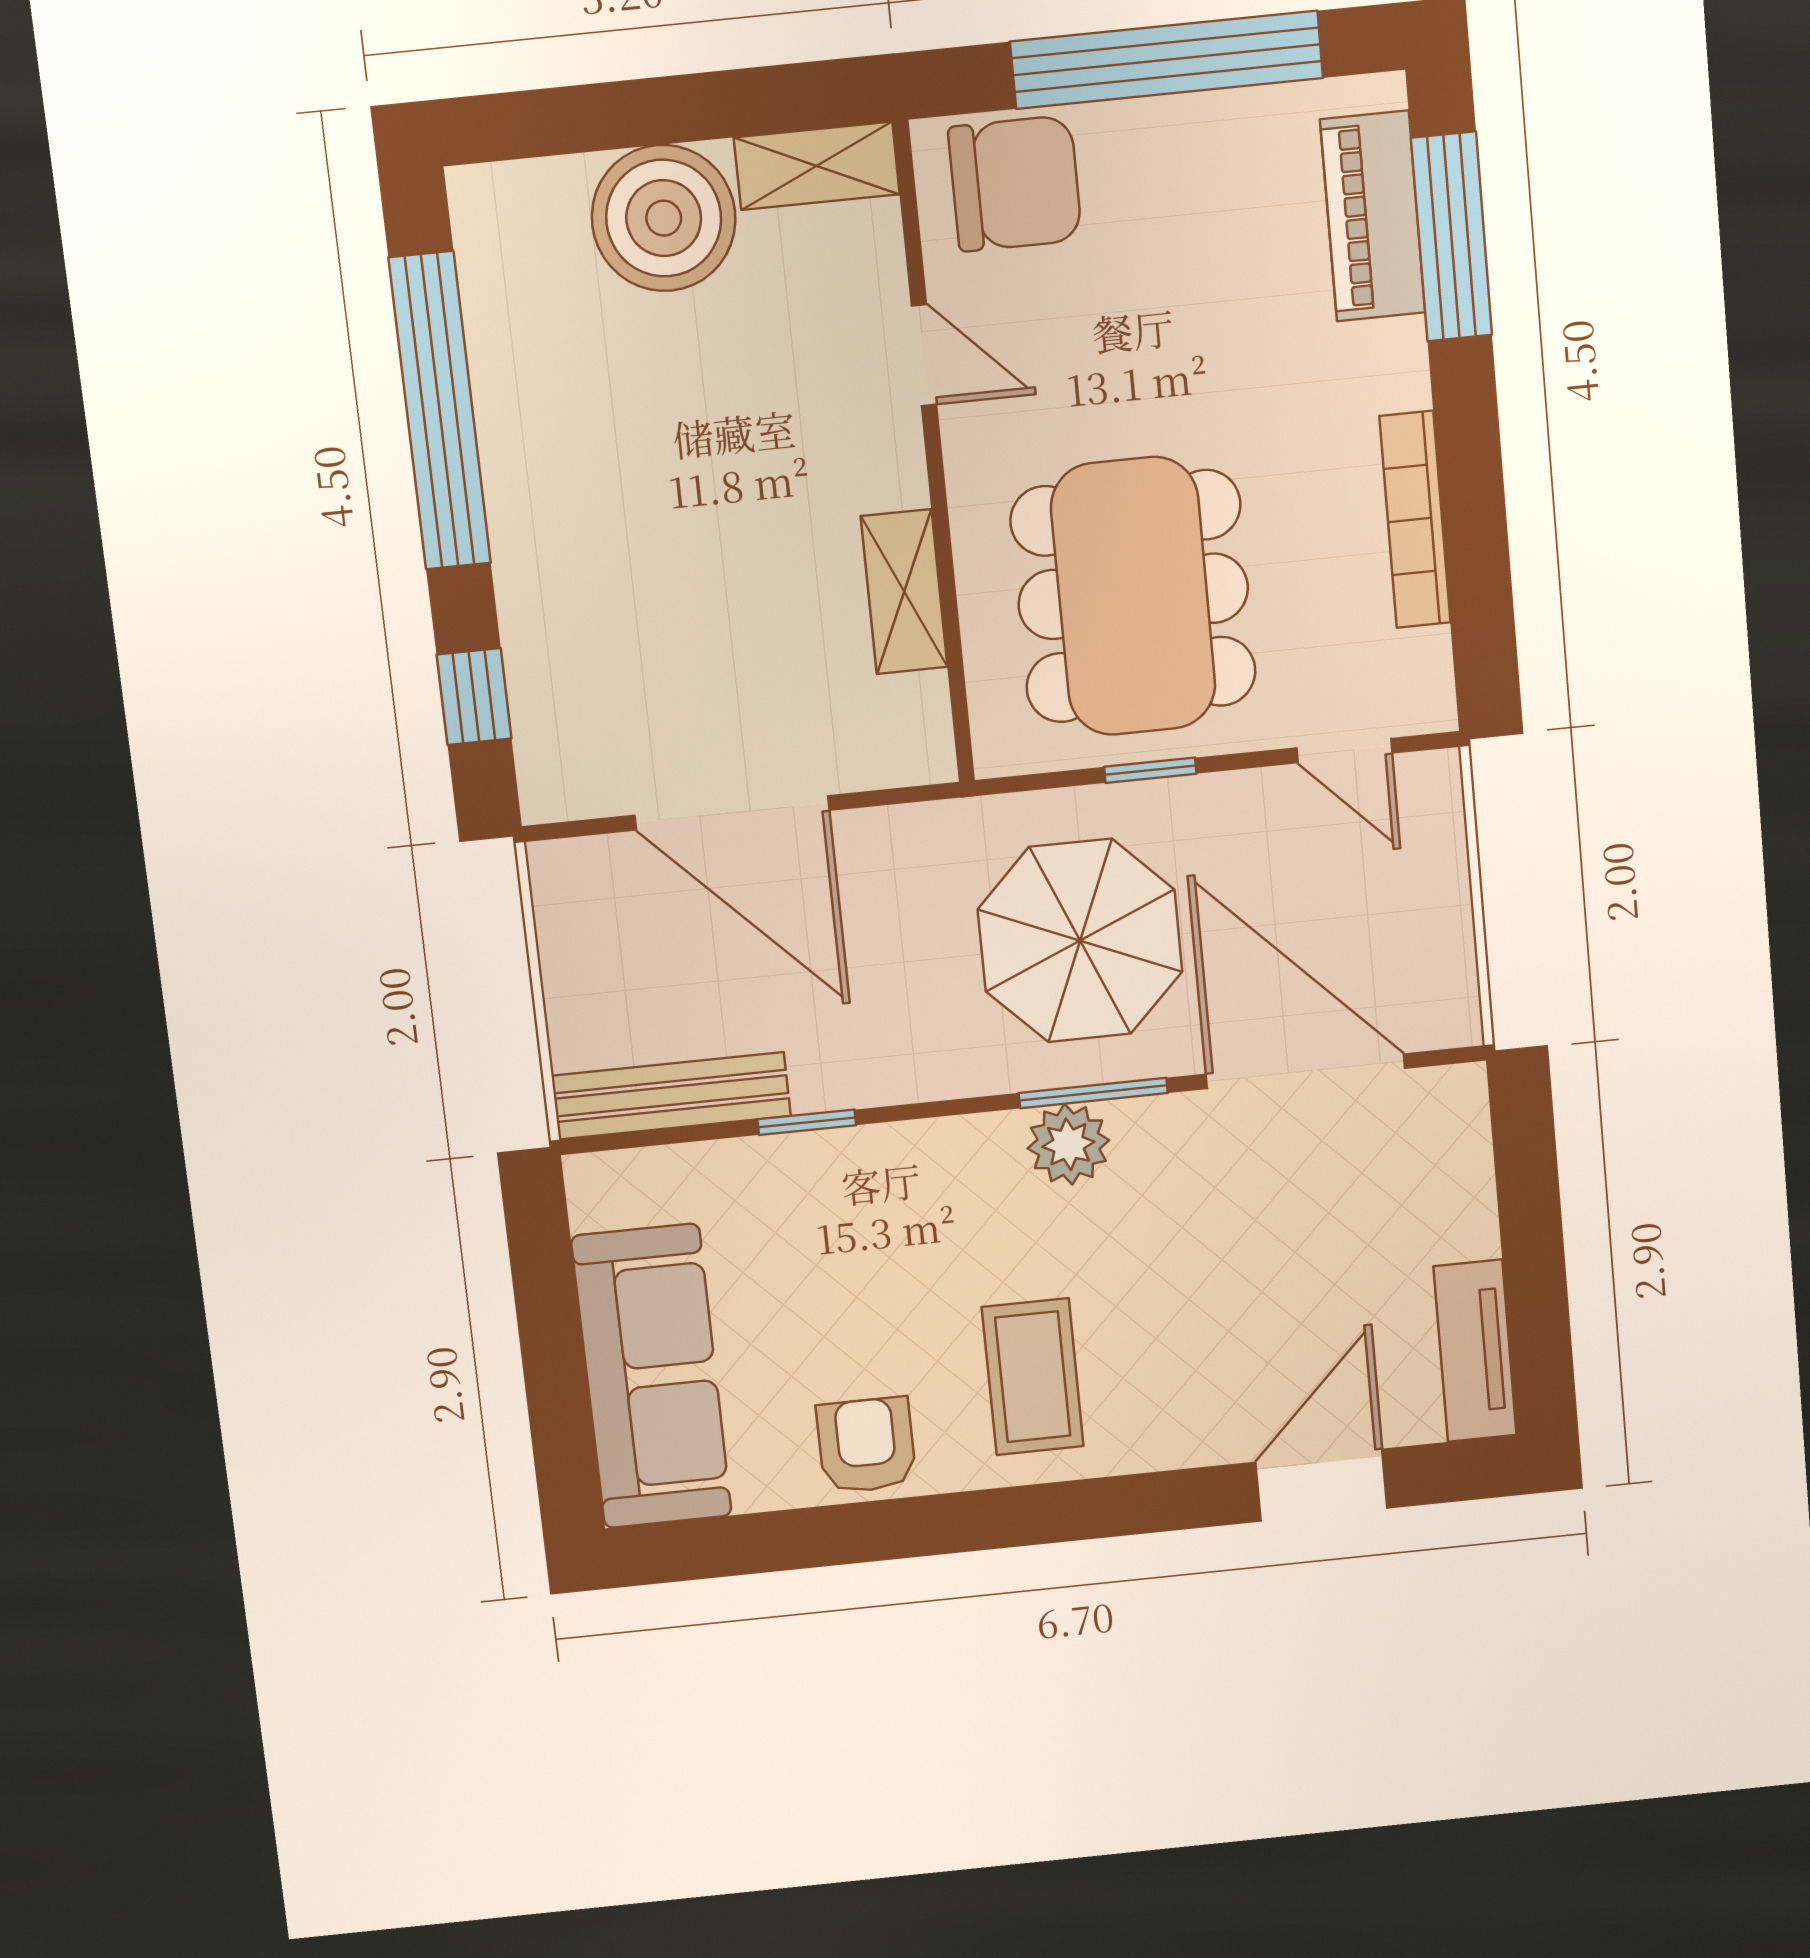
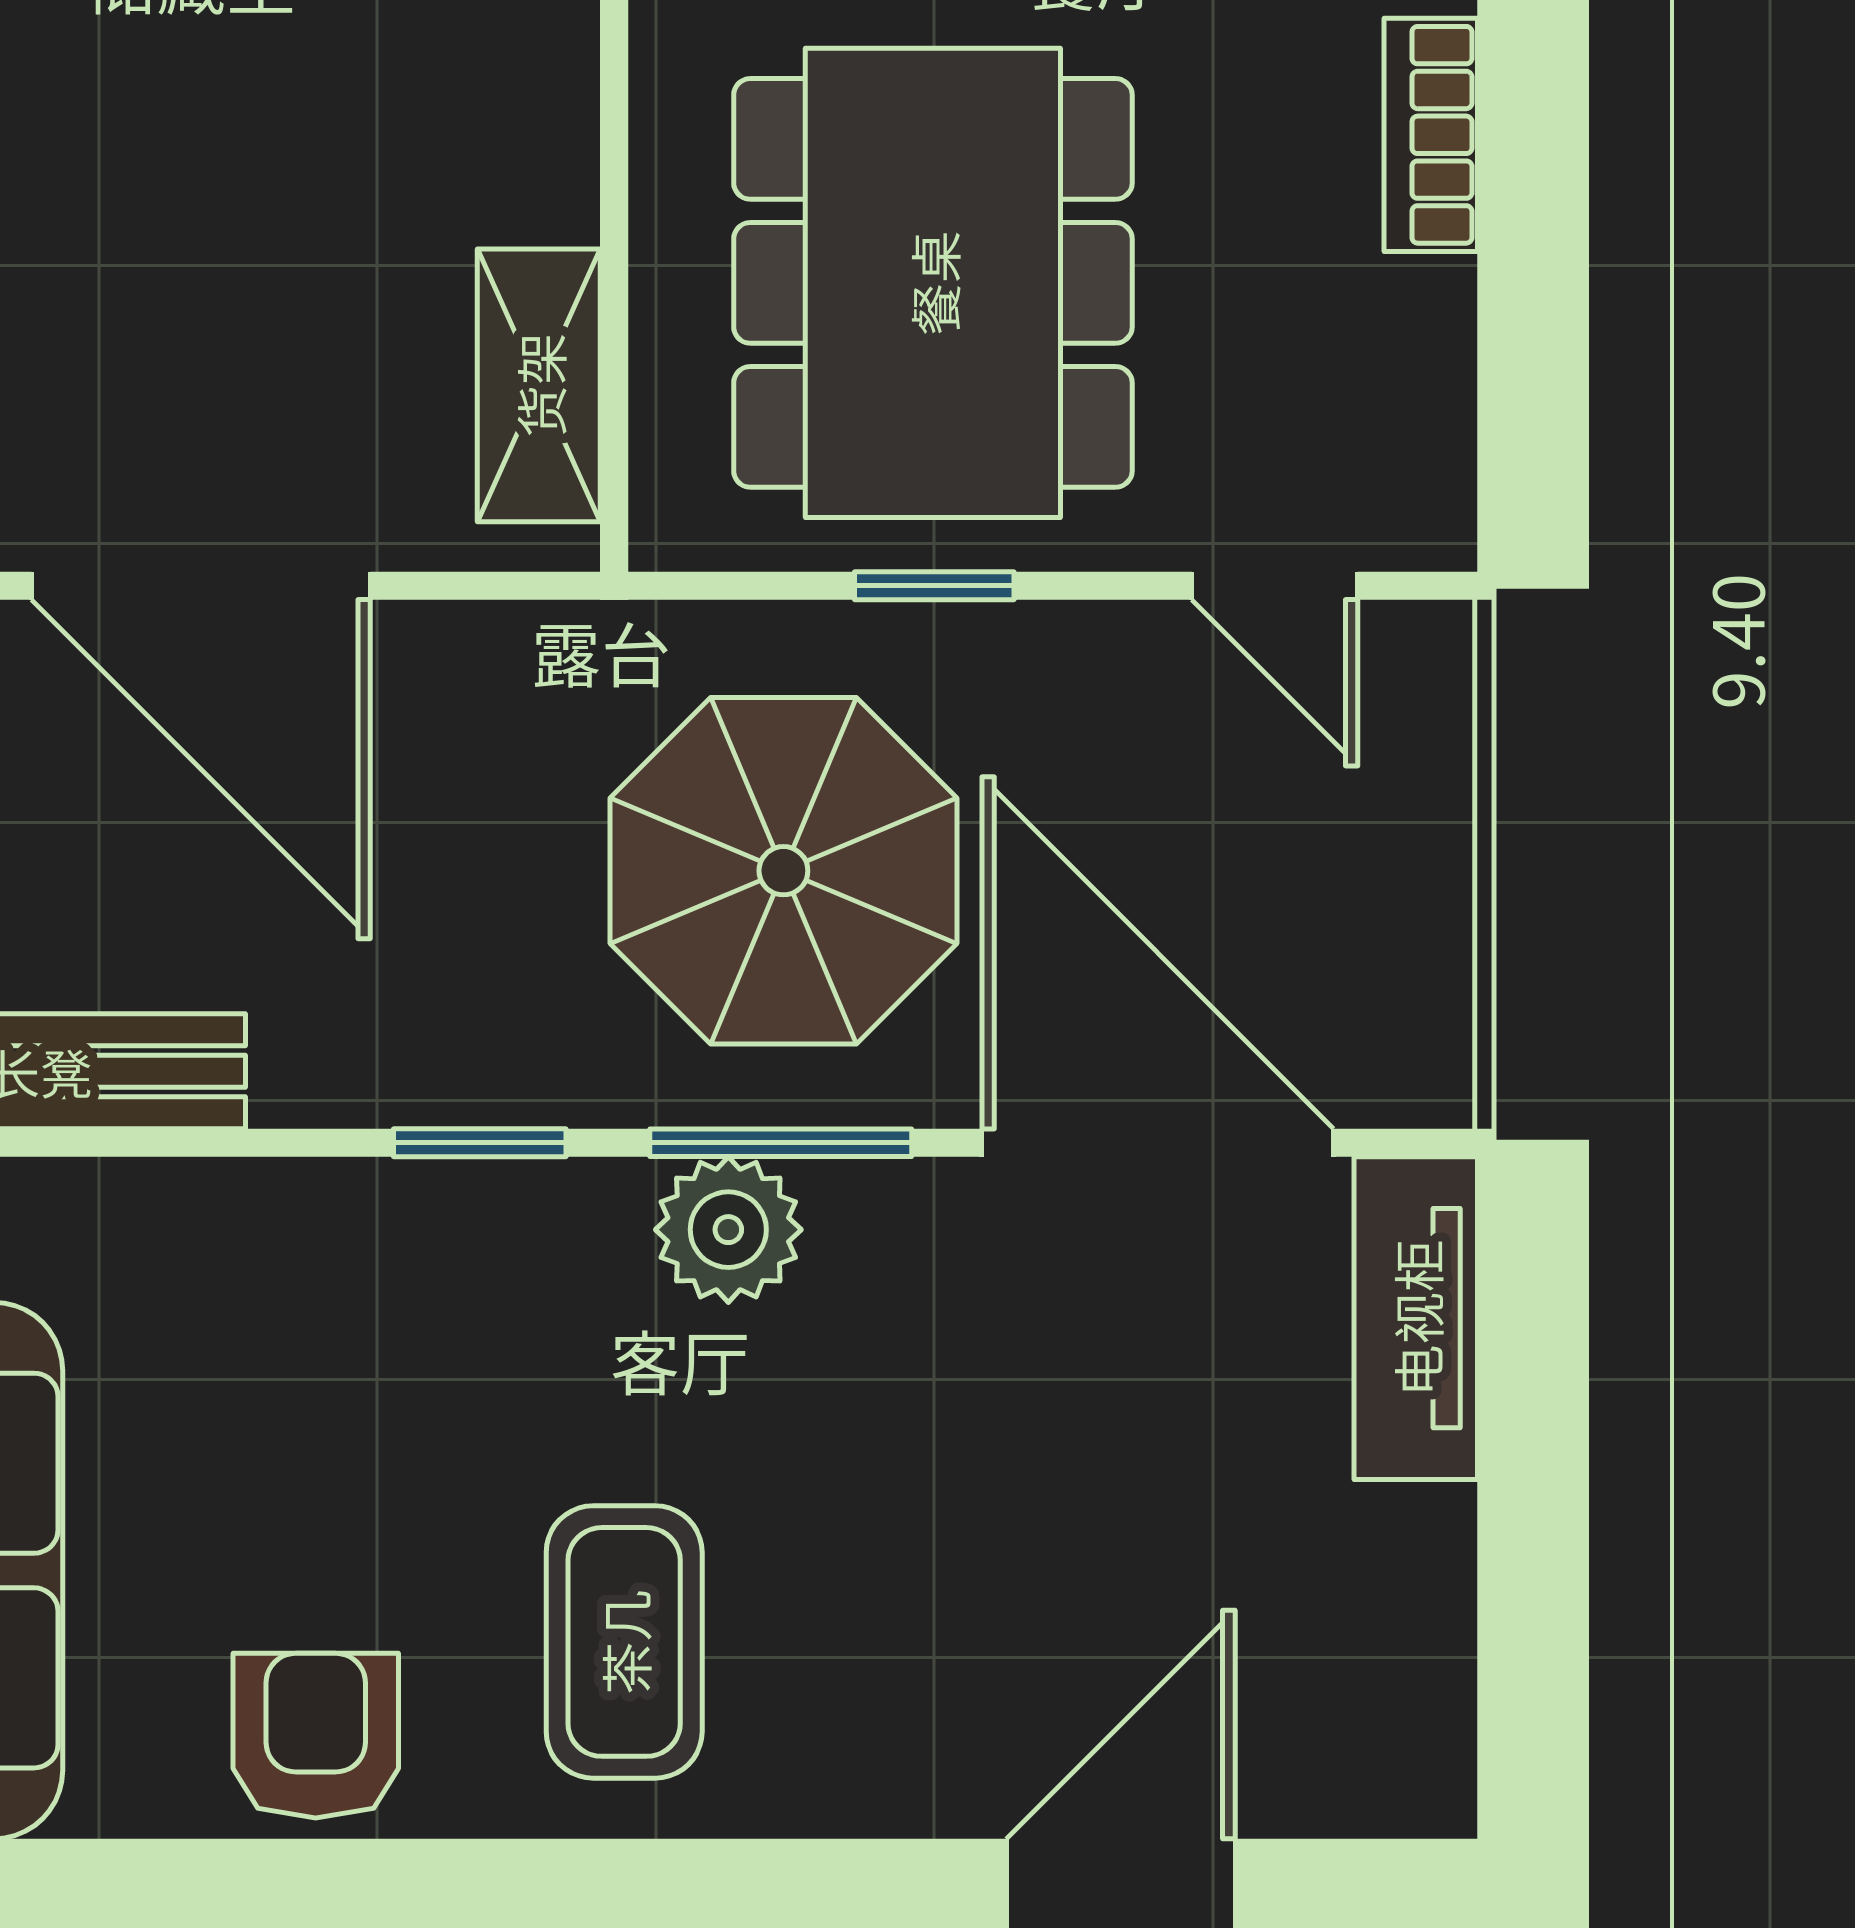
bookcase: (1415, 520) -> (1431, 135), width x0.64
shelving: (904, 592) -> (539, 385), moved
window: (807, 1122) -> (480, 1143), moved
tv unit: (1475, 1351) -> (1416, 1318), moved

